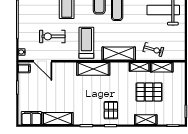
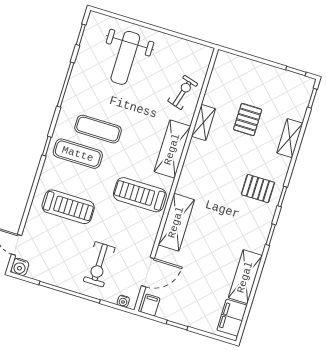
exercise bike: (52, 36) -> (99, 264), moved
shelving: (162, 67) -> (215, 88), removed
shelving: (93, 69) -> (176, 222), moved
pallet: (149, 92) -> (248, 120), width x0.67, depth x0.71

